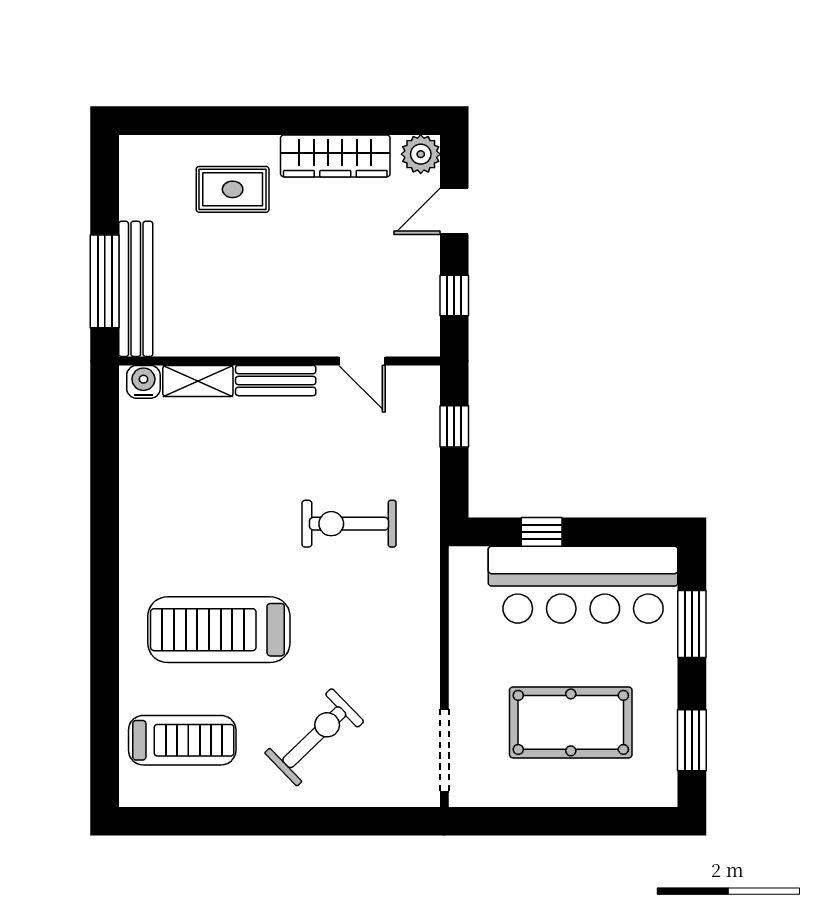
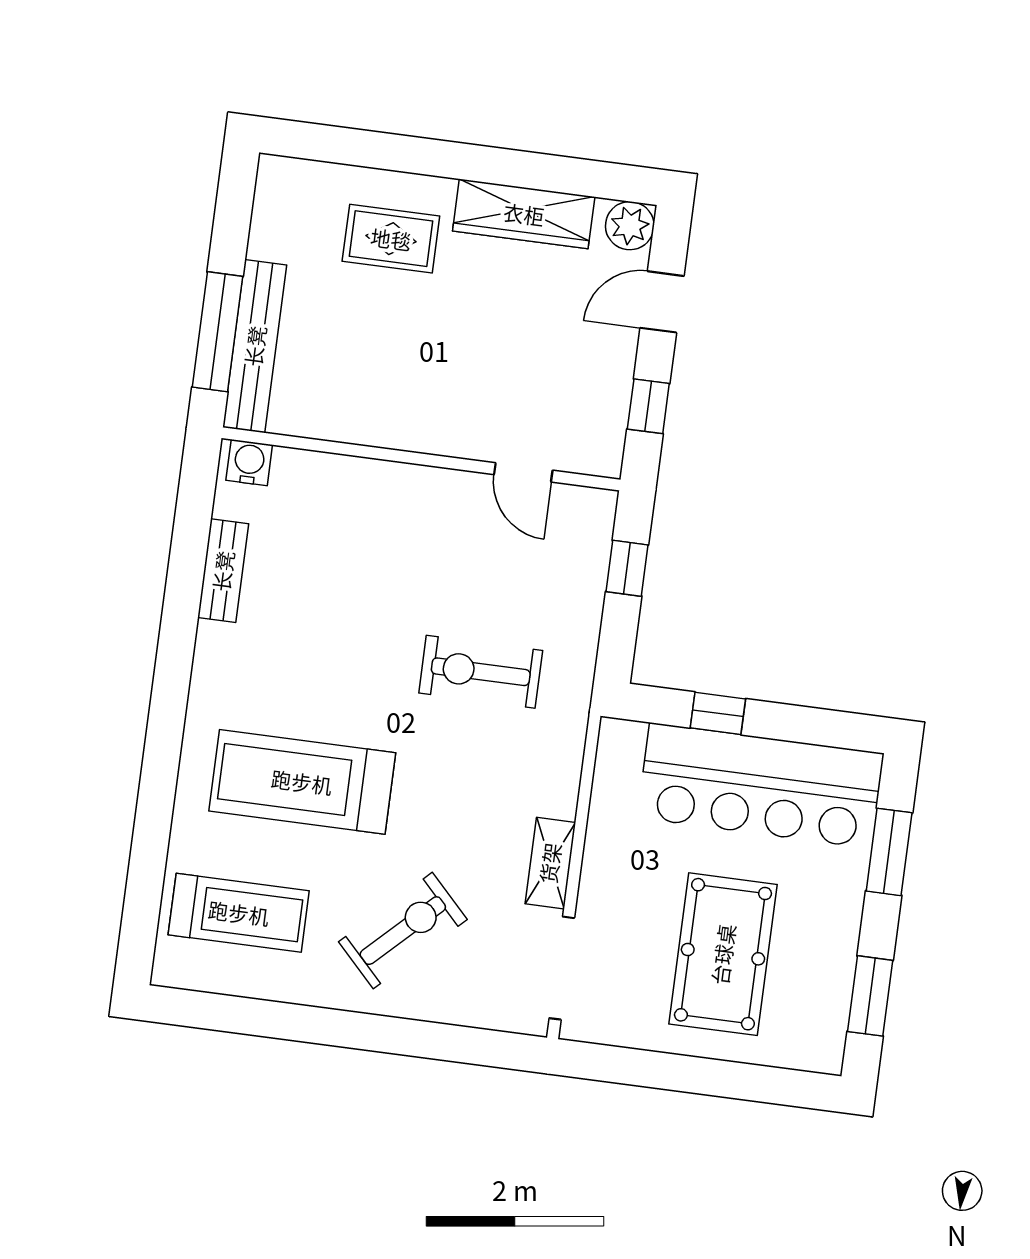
shelving: (198, 381) -> (550, 863), moved, turned 90
bench: (276, 381) -> (223, 571), moved, turned 90
pool table: (571, 722) -> (723, 954), turned 90

